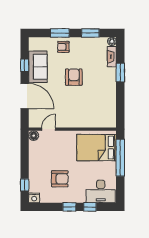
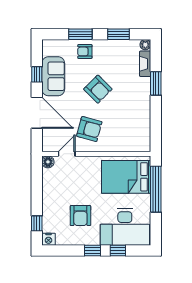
armchair: (74, 77) -> (98, 89), turned 135
armchair: (67, 109) -> (89, 129), added
armchair: (60, 179) -> (80, 216), turned 90
desk: (101, 191) -> (125, 227), width x1.36, depth x1.30

